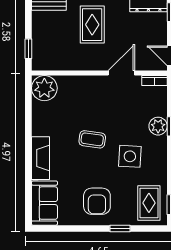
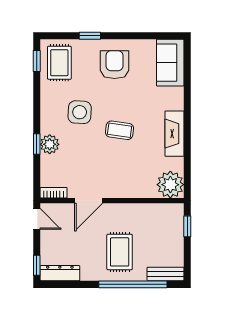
fireplace: (40, 158) -> (174, 134), moved

